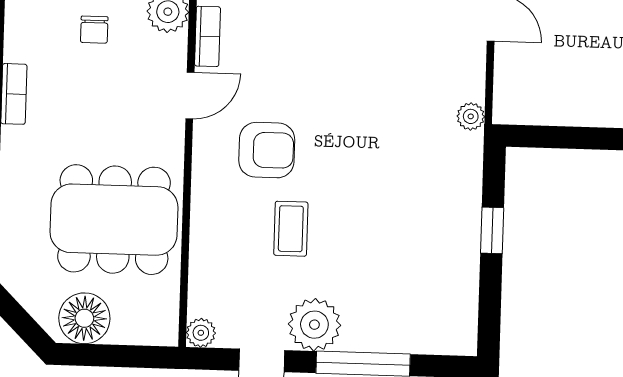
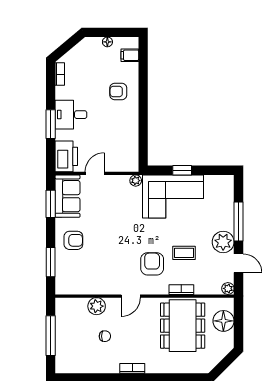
bookcase: (208, 36) -> (181, 290), moved
door: (190, 95) -> (131, 296), swing flipped
corner sofa: (429, 206) -> (173, 196), added
floor lamp: (84, 318) -> (223, 321), moved

